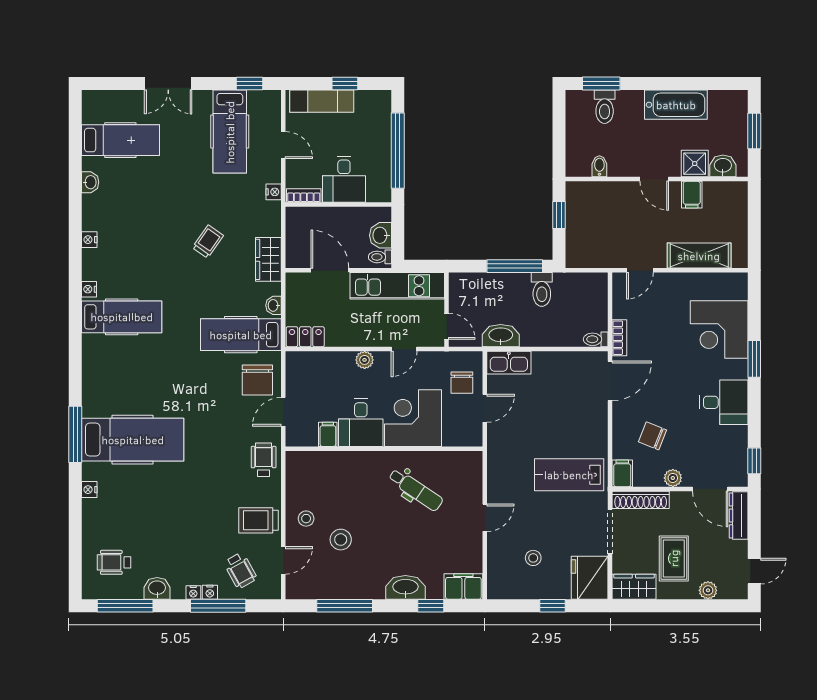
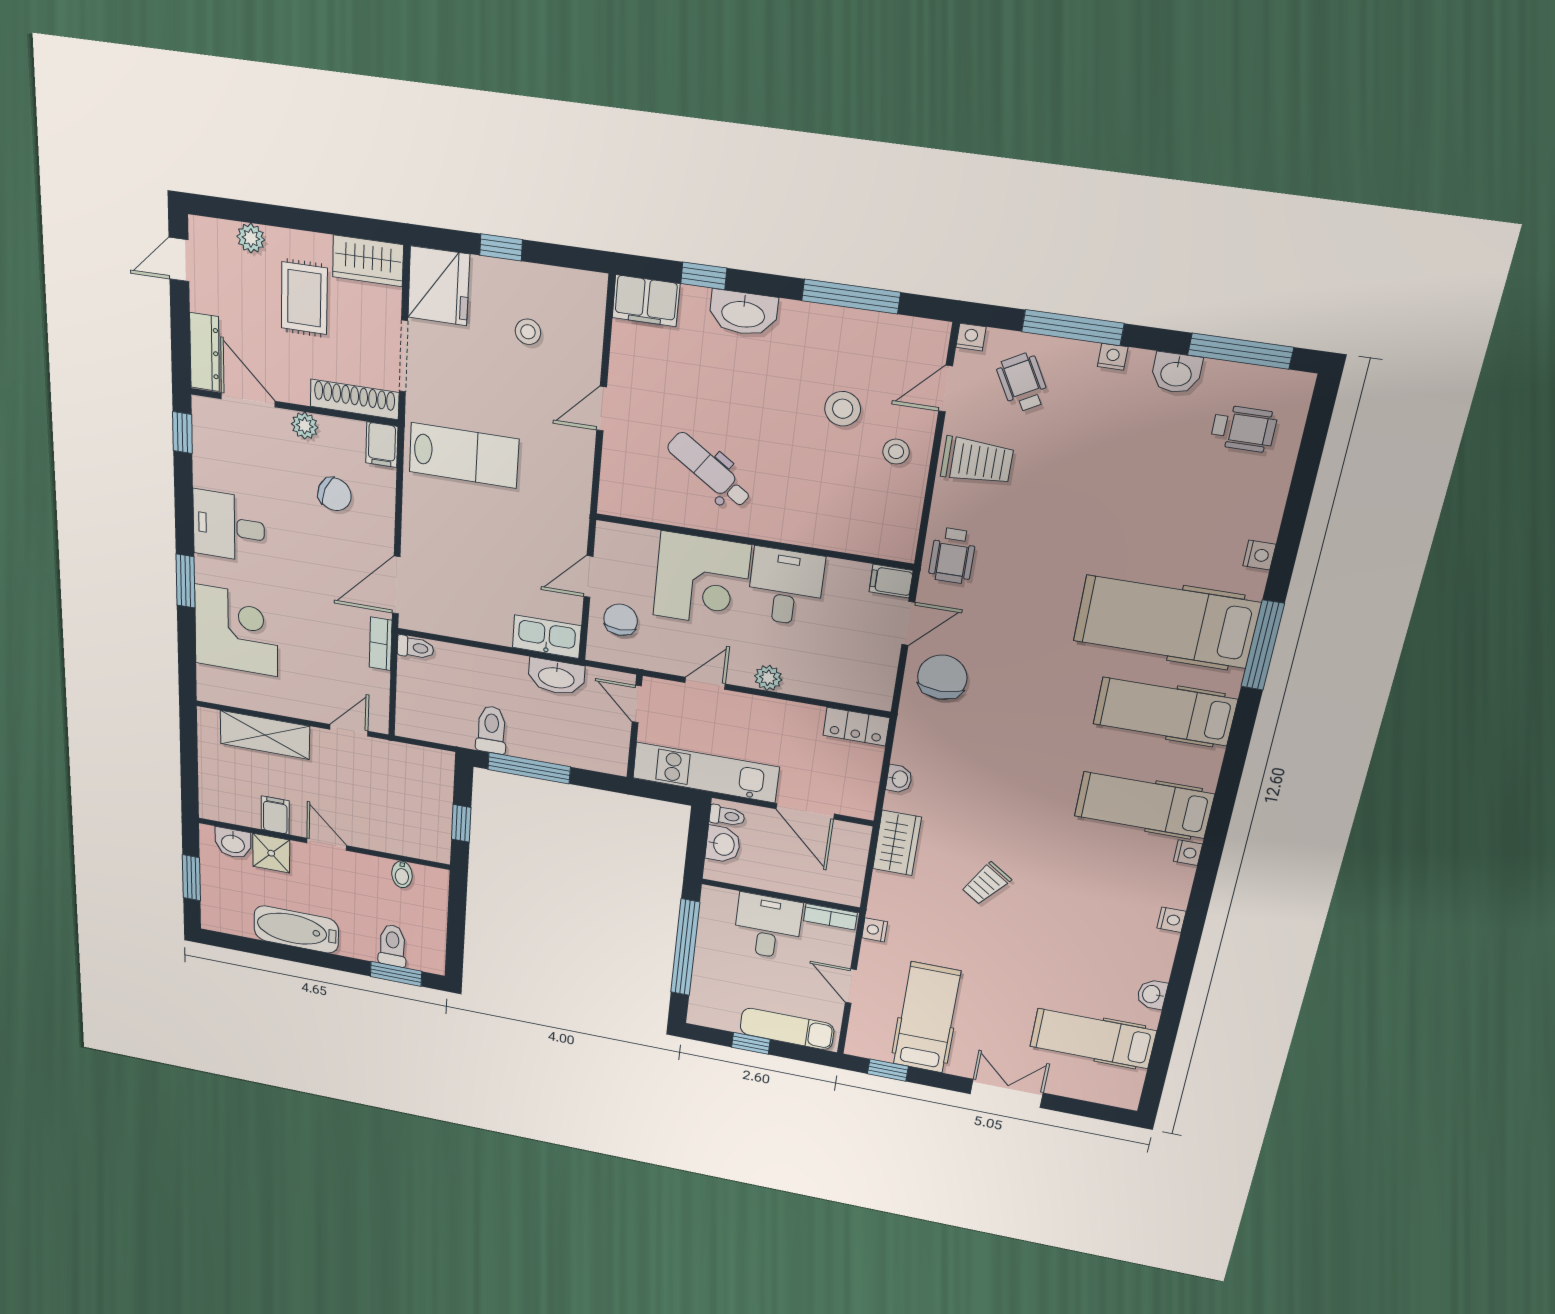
hospital bed: (241, 335) -> (1165, 712), moved, turned 180
filing cabinet: (328, 434) -> (891, 581), moved, turned 90
nightstand: (210, 592) -> (971, 337), moved

